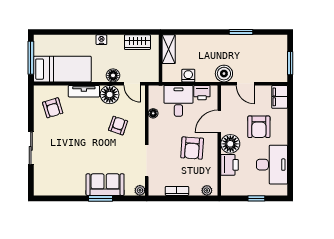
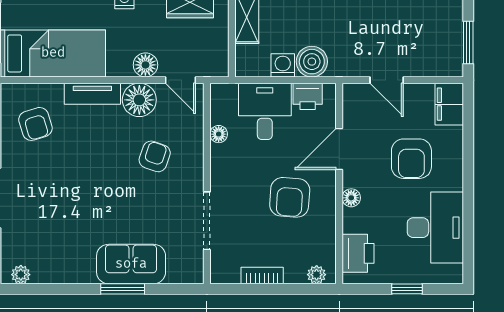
boiler: (224, 74) -> (312, 62), moved
floor lamp: (230, 144) -> (351, 198), width x0.53, depth x0.53
printer: (230, 165) -> (358, 253), moved
plant: (140, 190) -> (21, 275), moved

